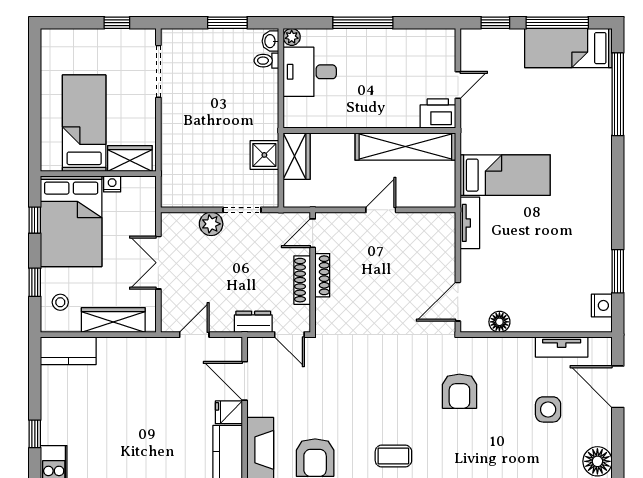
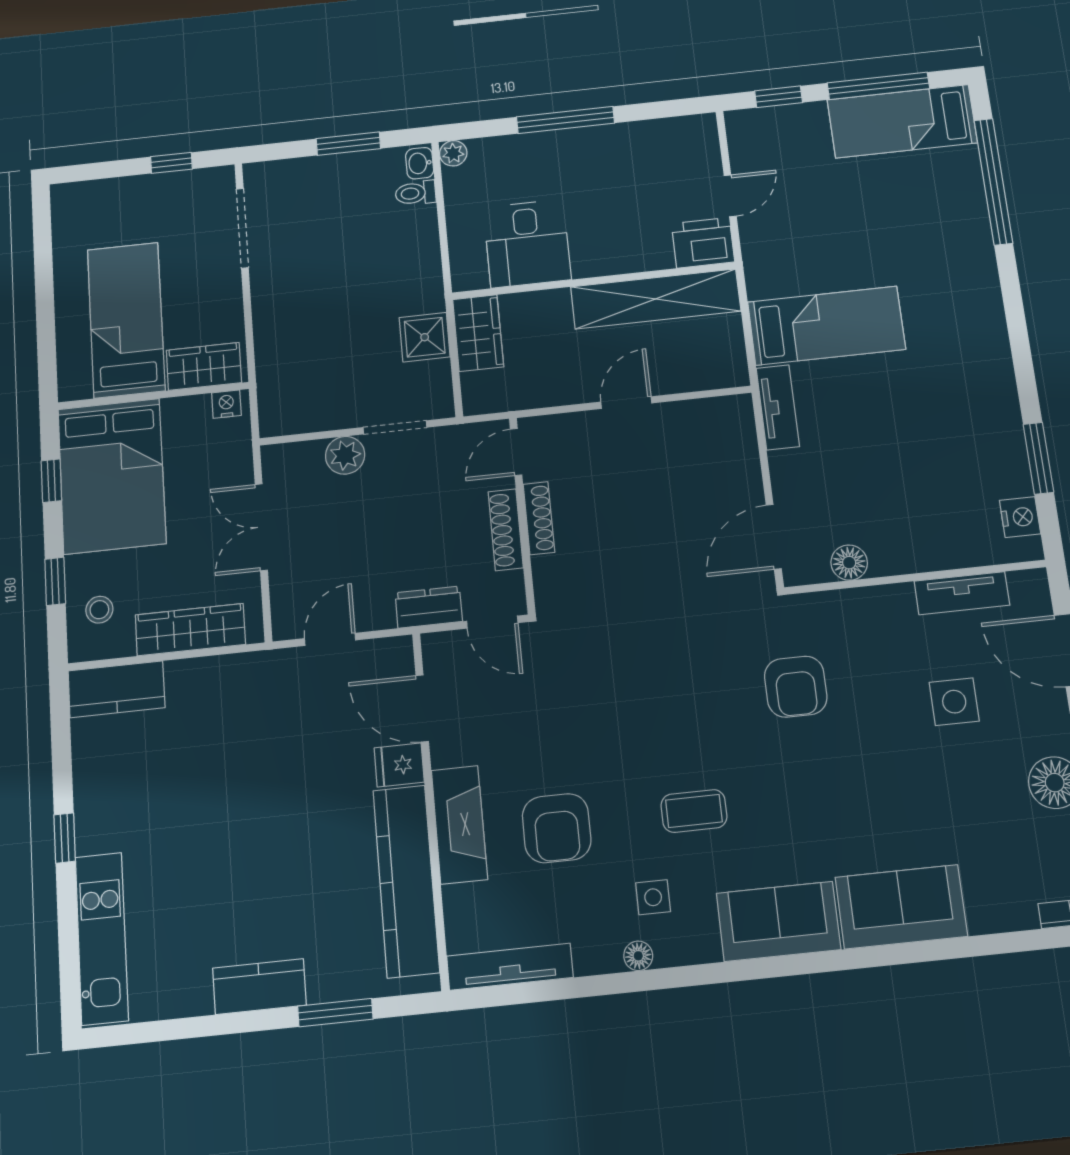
desk: (310, 72) -> (527, 243), moved, turned -90
nightstand: (112, 184) -> (226, 404), moved

